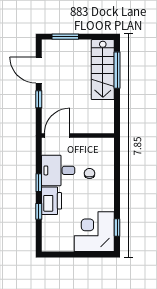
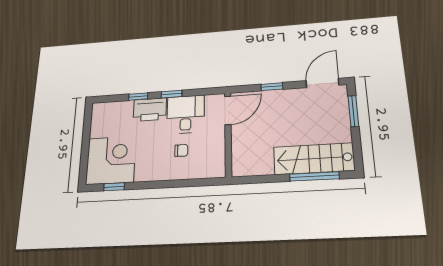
door: (39, 70) -> (322, 83), moved
door: (57, 136) -> (228, 110), hinge flipped

